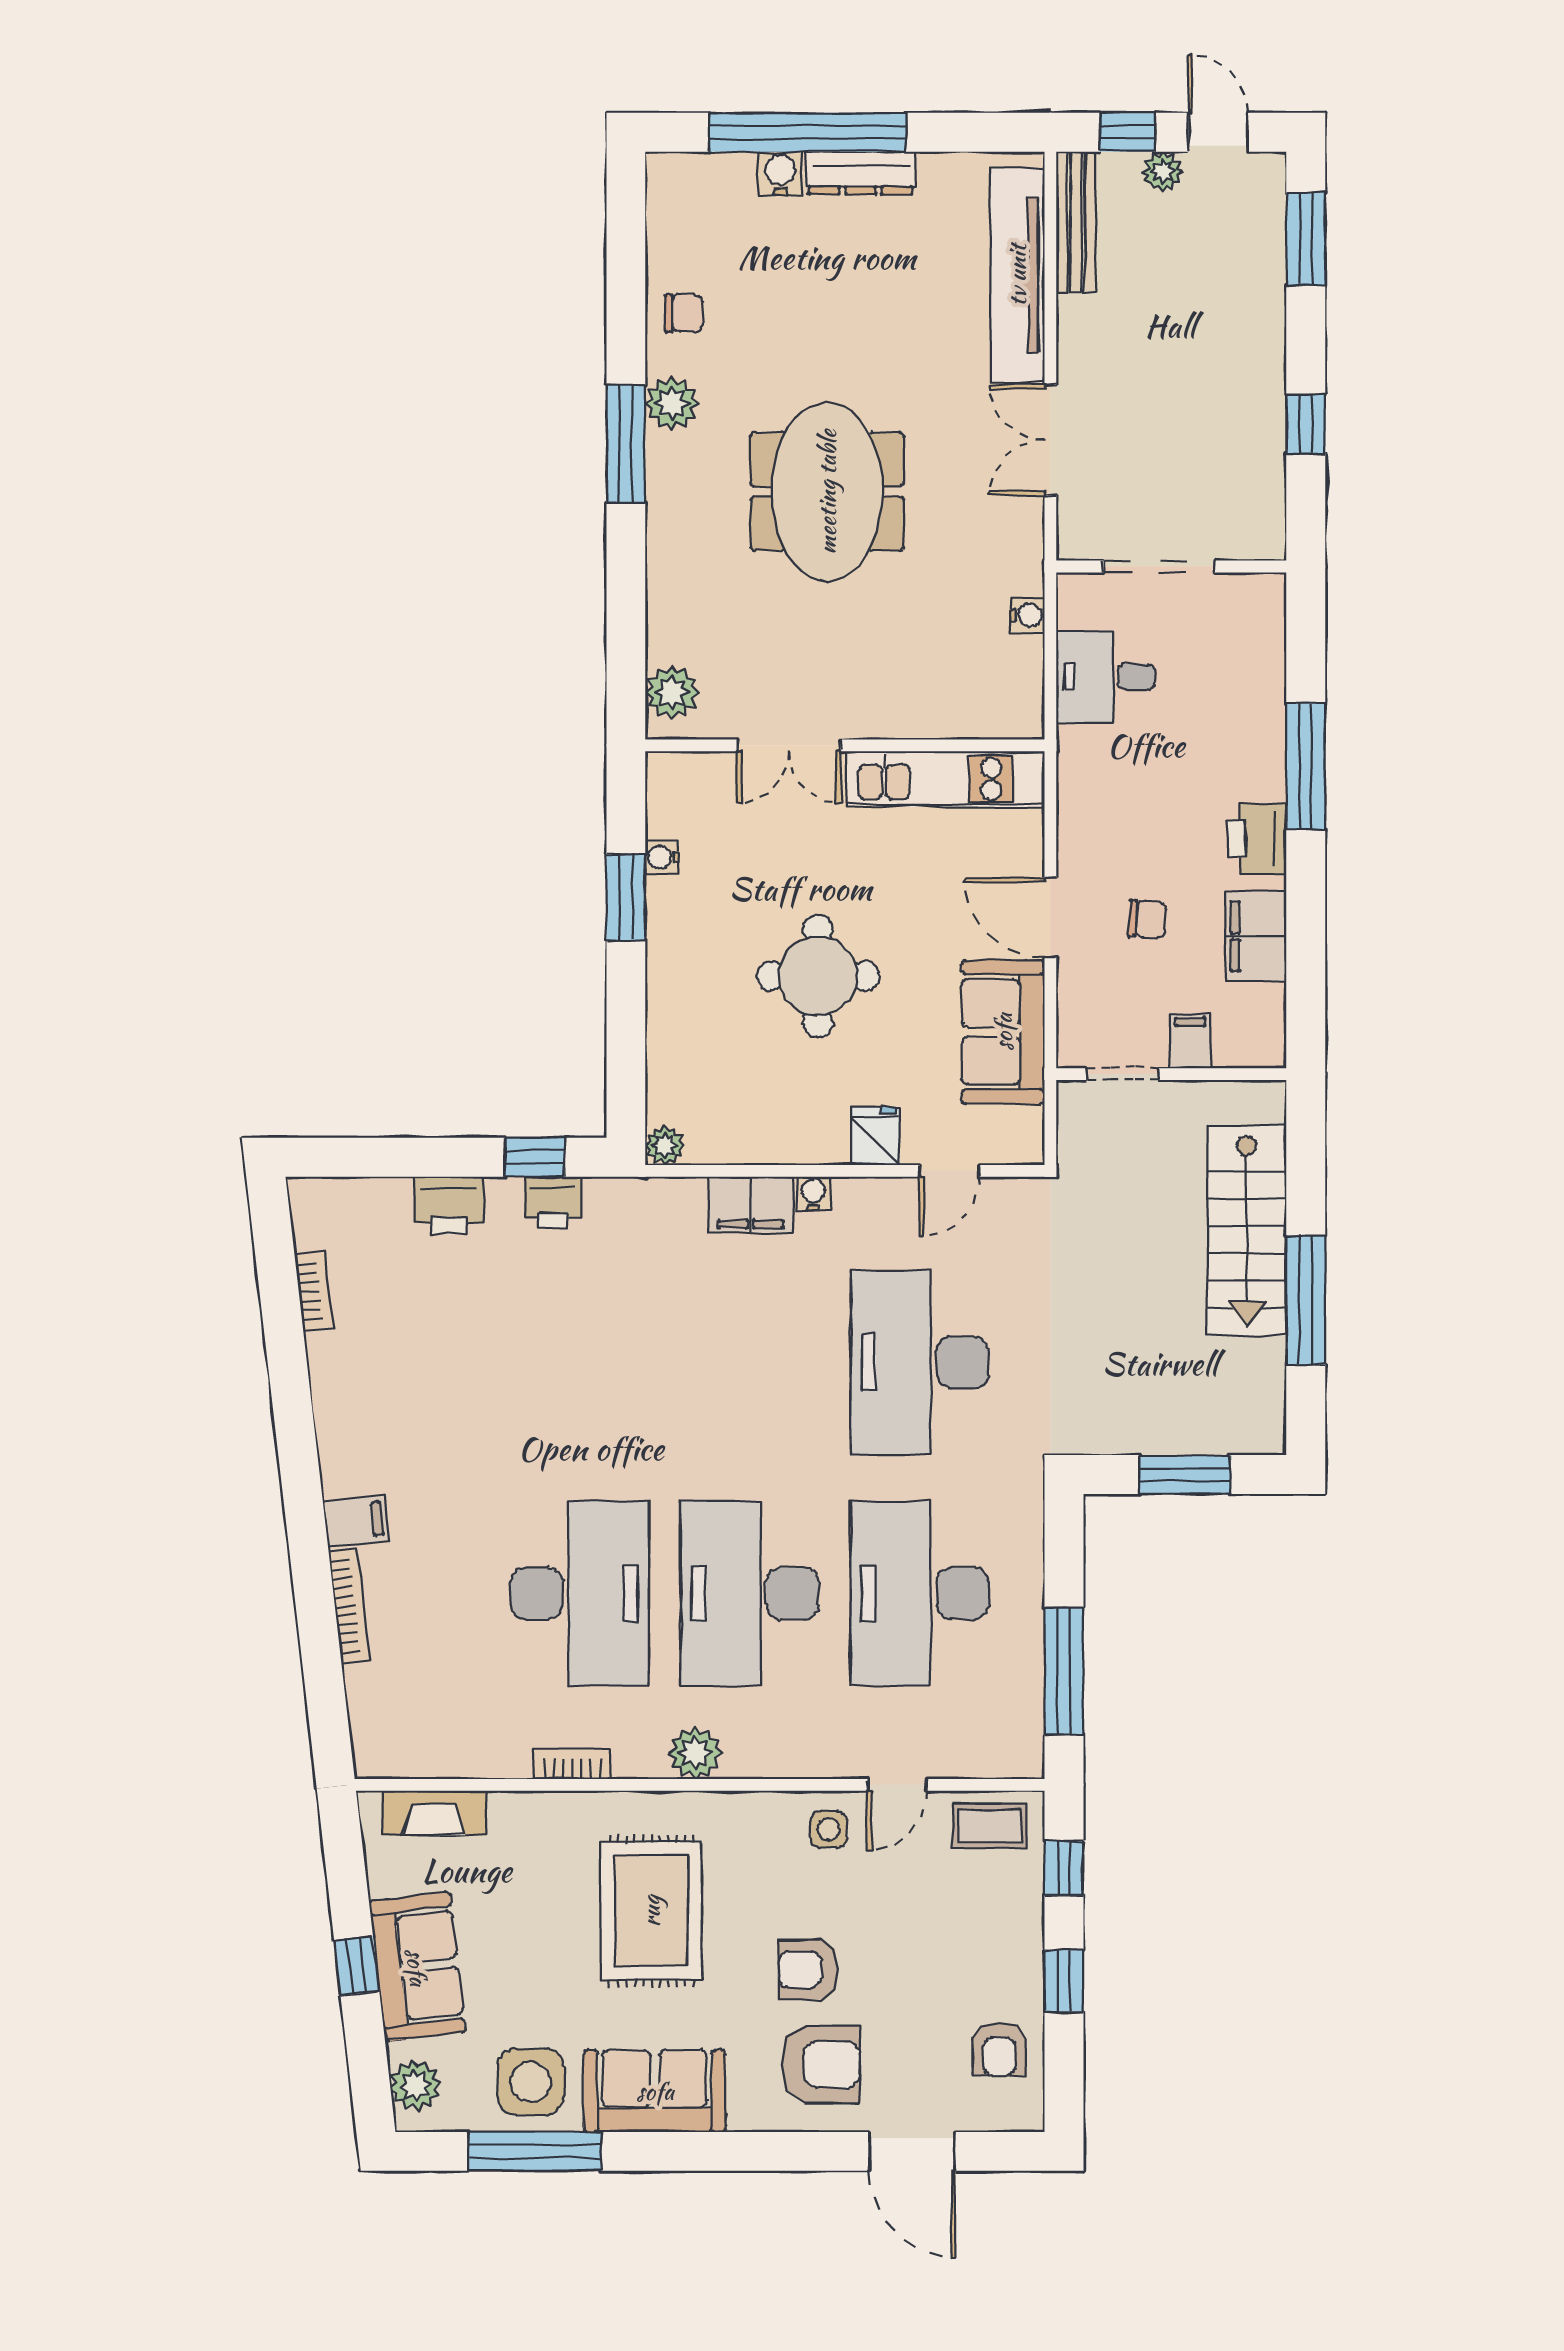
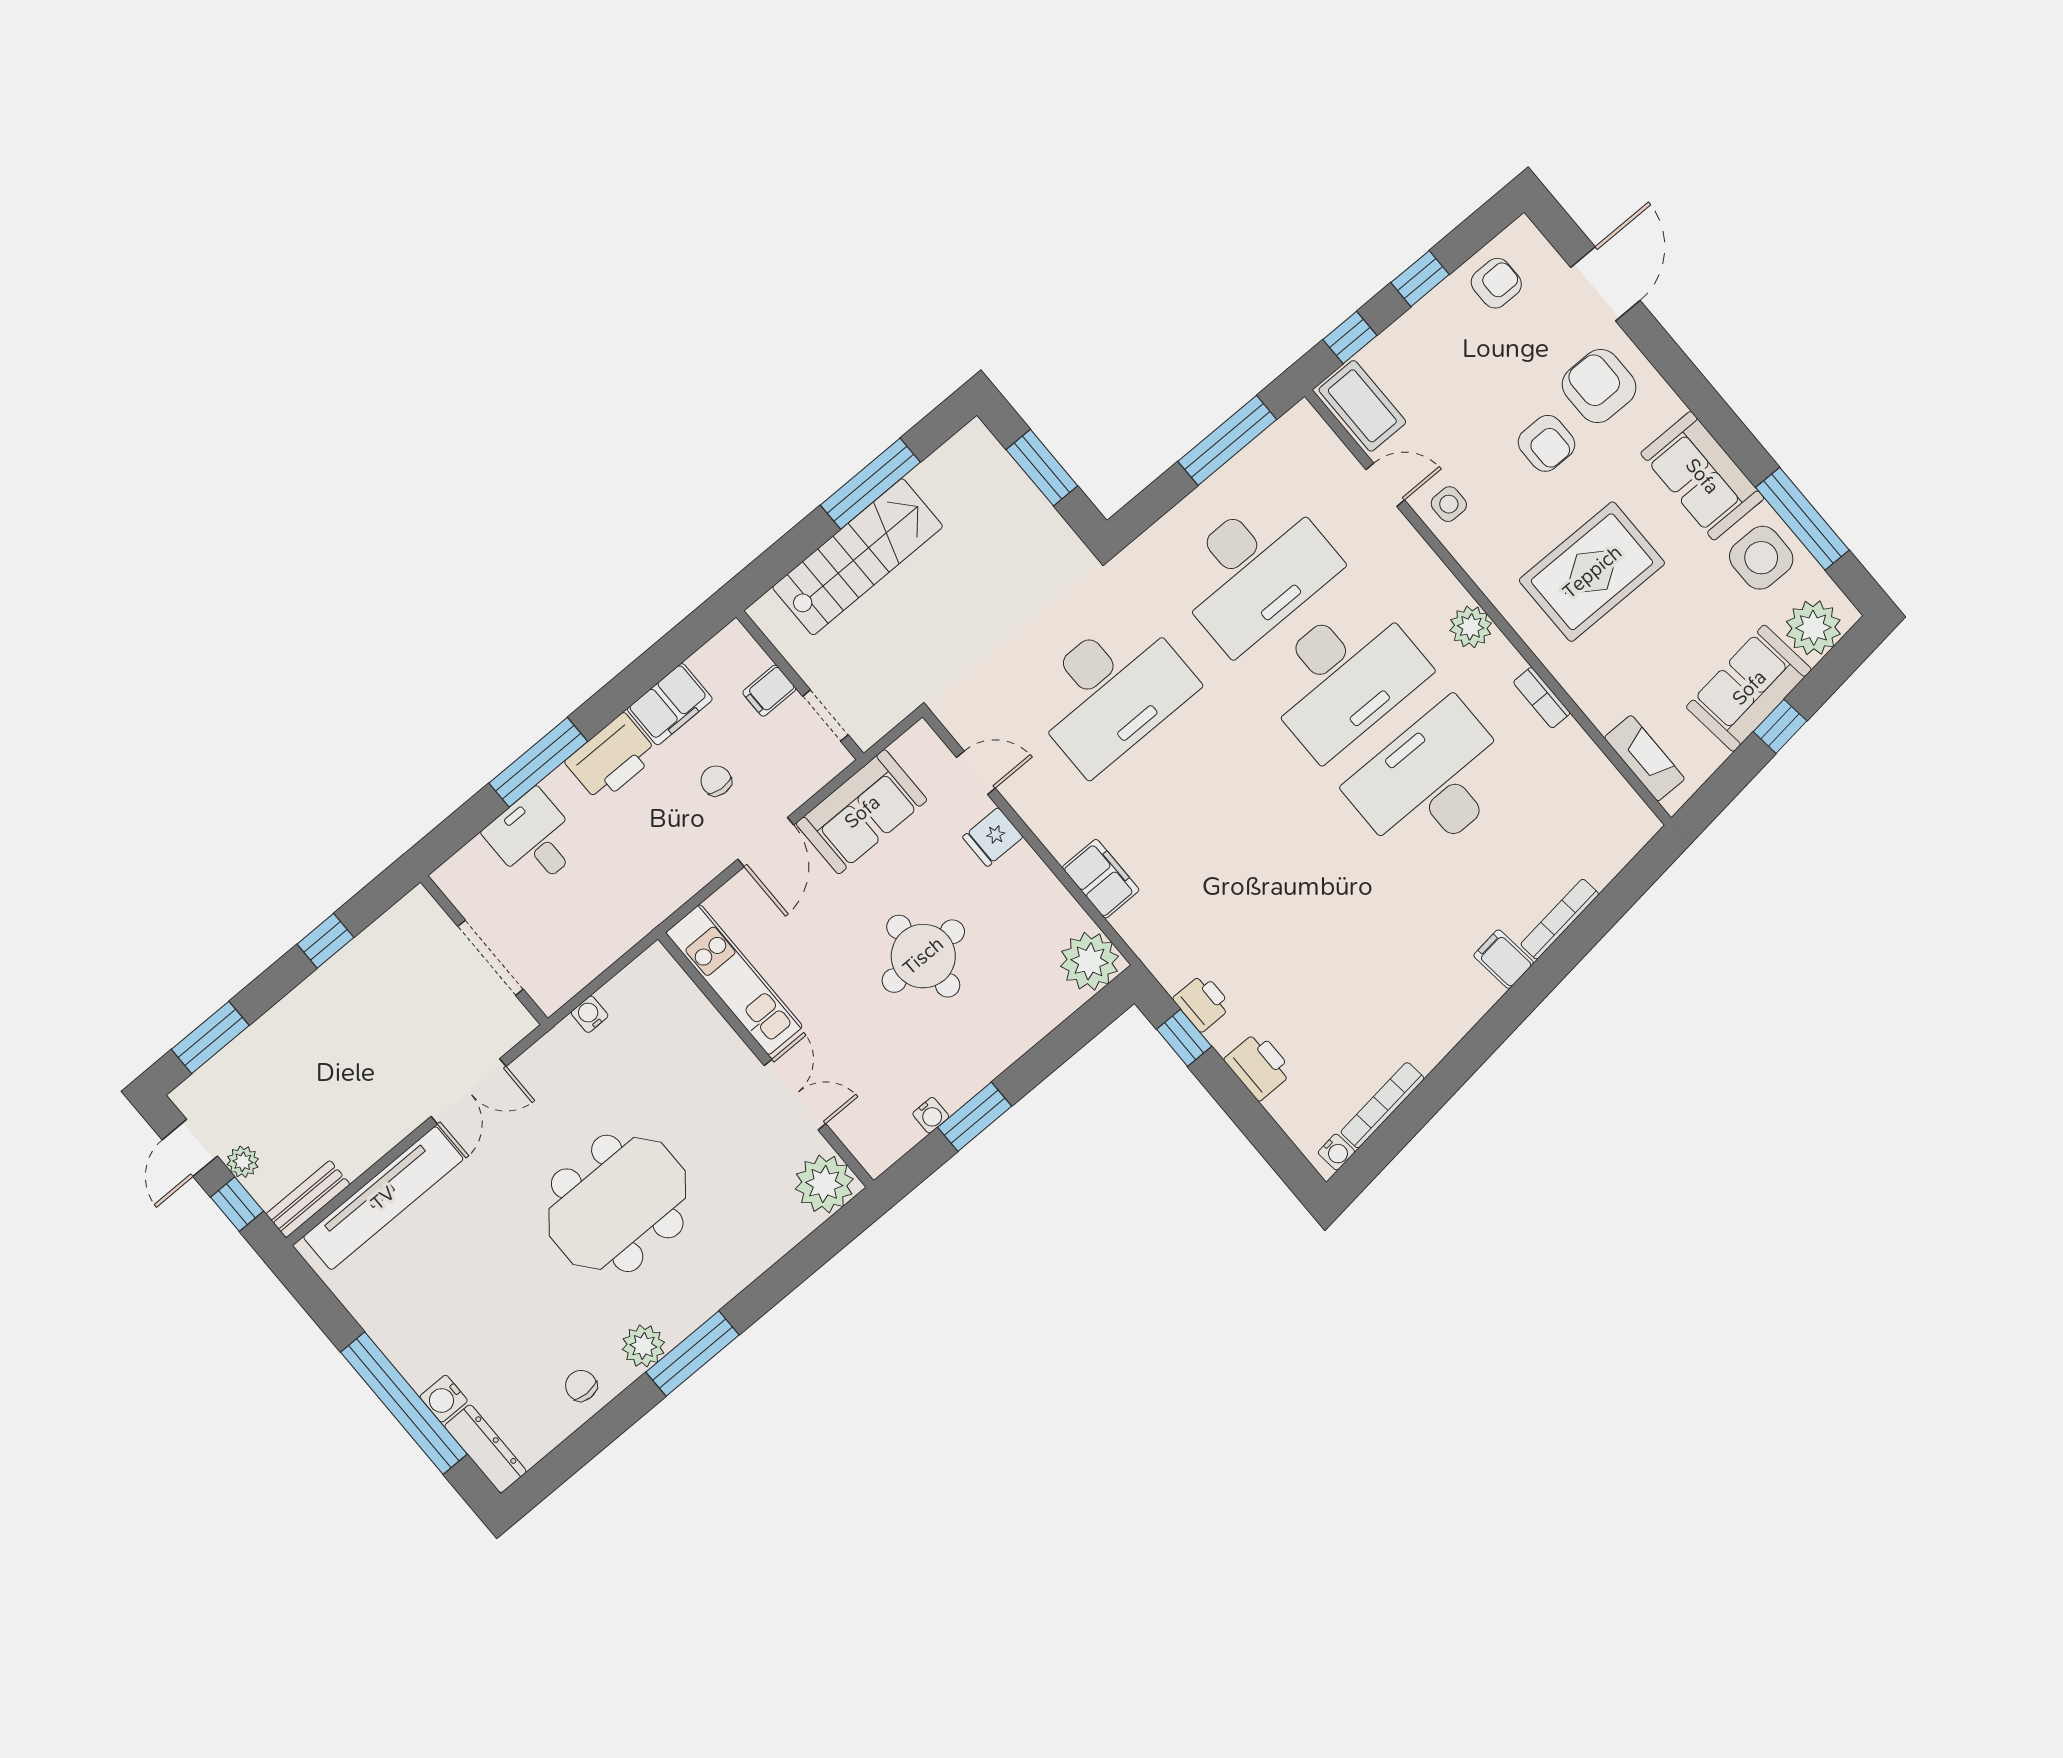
dresser: (861, 173) -> (485, 1449), moved
bench: (1076, 222) -> (308, 1199), width x0.73
desk: (1106, 677) -> (534, 839), moved, turned 180
plant: (672, 693) -> (824, 1184), width x1.36, depth x1.36
printer: (1257, 839) -> (612, 758), width x1.37, depth x1.19
plant: (665, 1146) -> (1090, 961), width x1.87, depth x1.87
water cooler: (813, 1194) -> (1336, 1152), moved, turned -97
bookcase: (314, 1291) -> (1382, 1105), width x1.56
coffee table: (990, 1826) -> (1362, 406), width x1.36, depth x1.30
plant: (415, 2086) -> (1813, 628), width x1.36, depth x1.36

